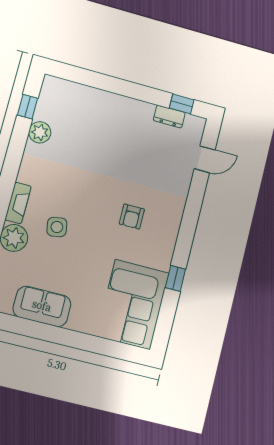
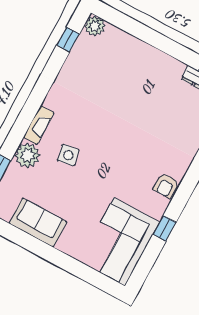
plant: (40, 132) -> (95, 26), moved
armchair: (132, 217) -> (166, 186), moved

